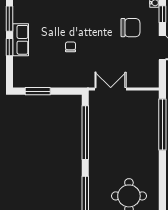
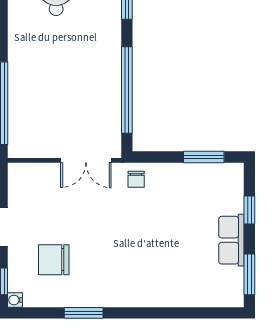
window: (9, 47) -> (249, 210), moved
chair: (70, 47) -> (136, 179), moved

